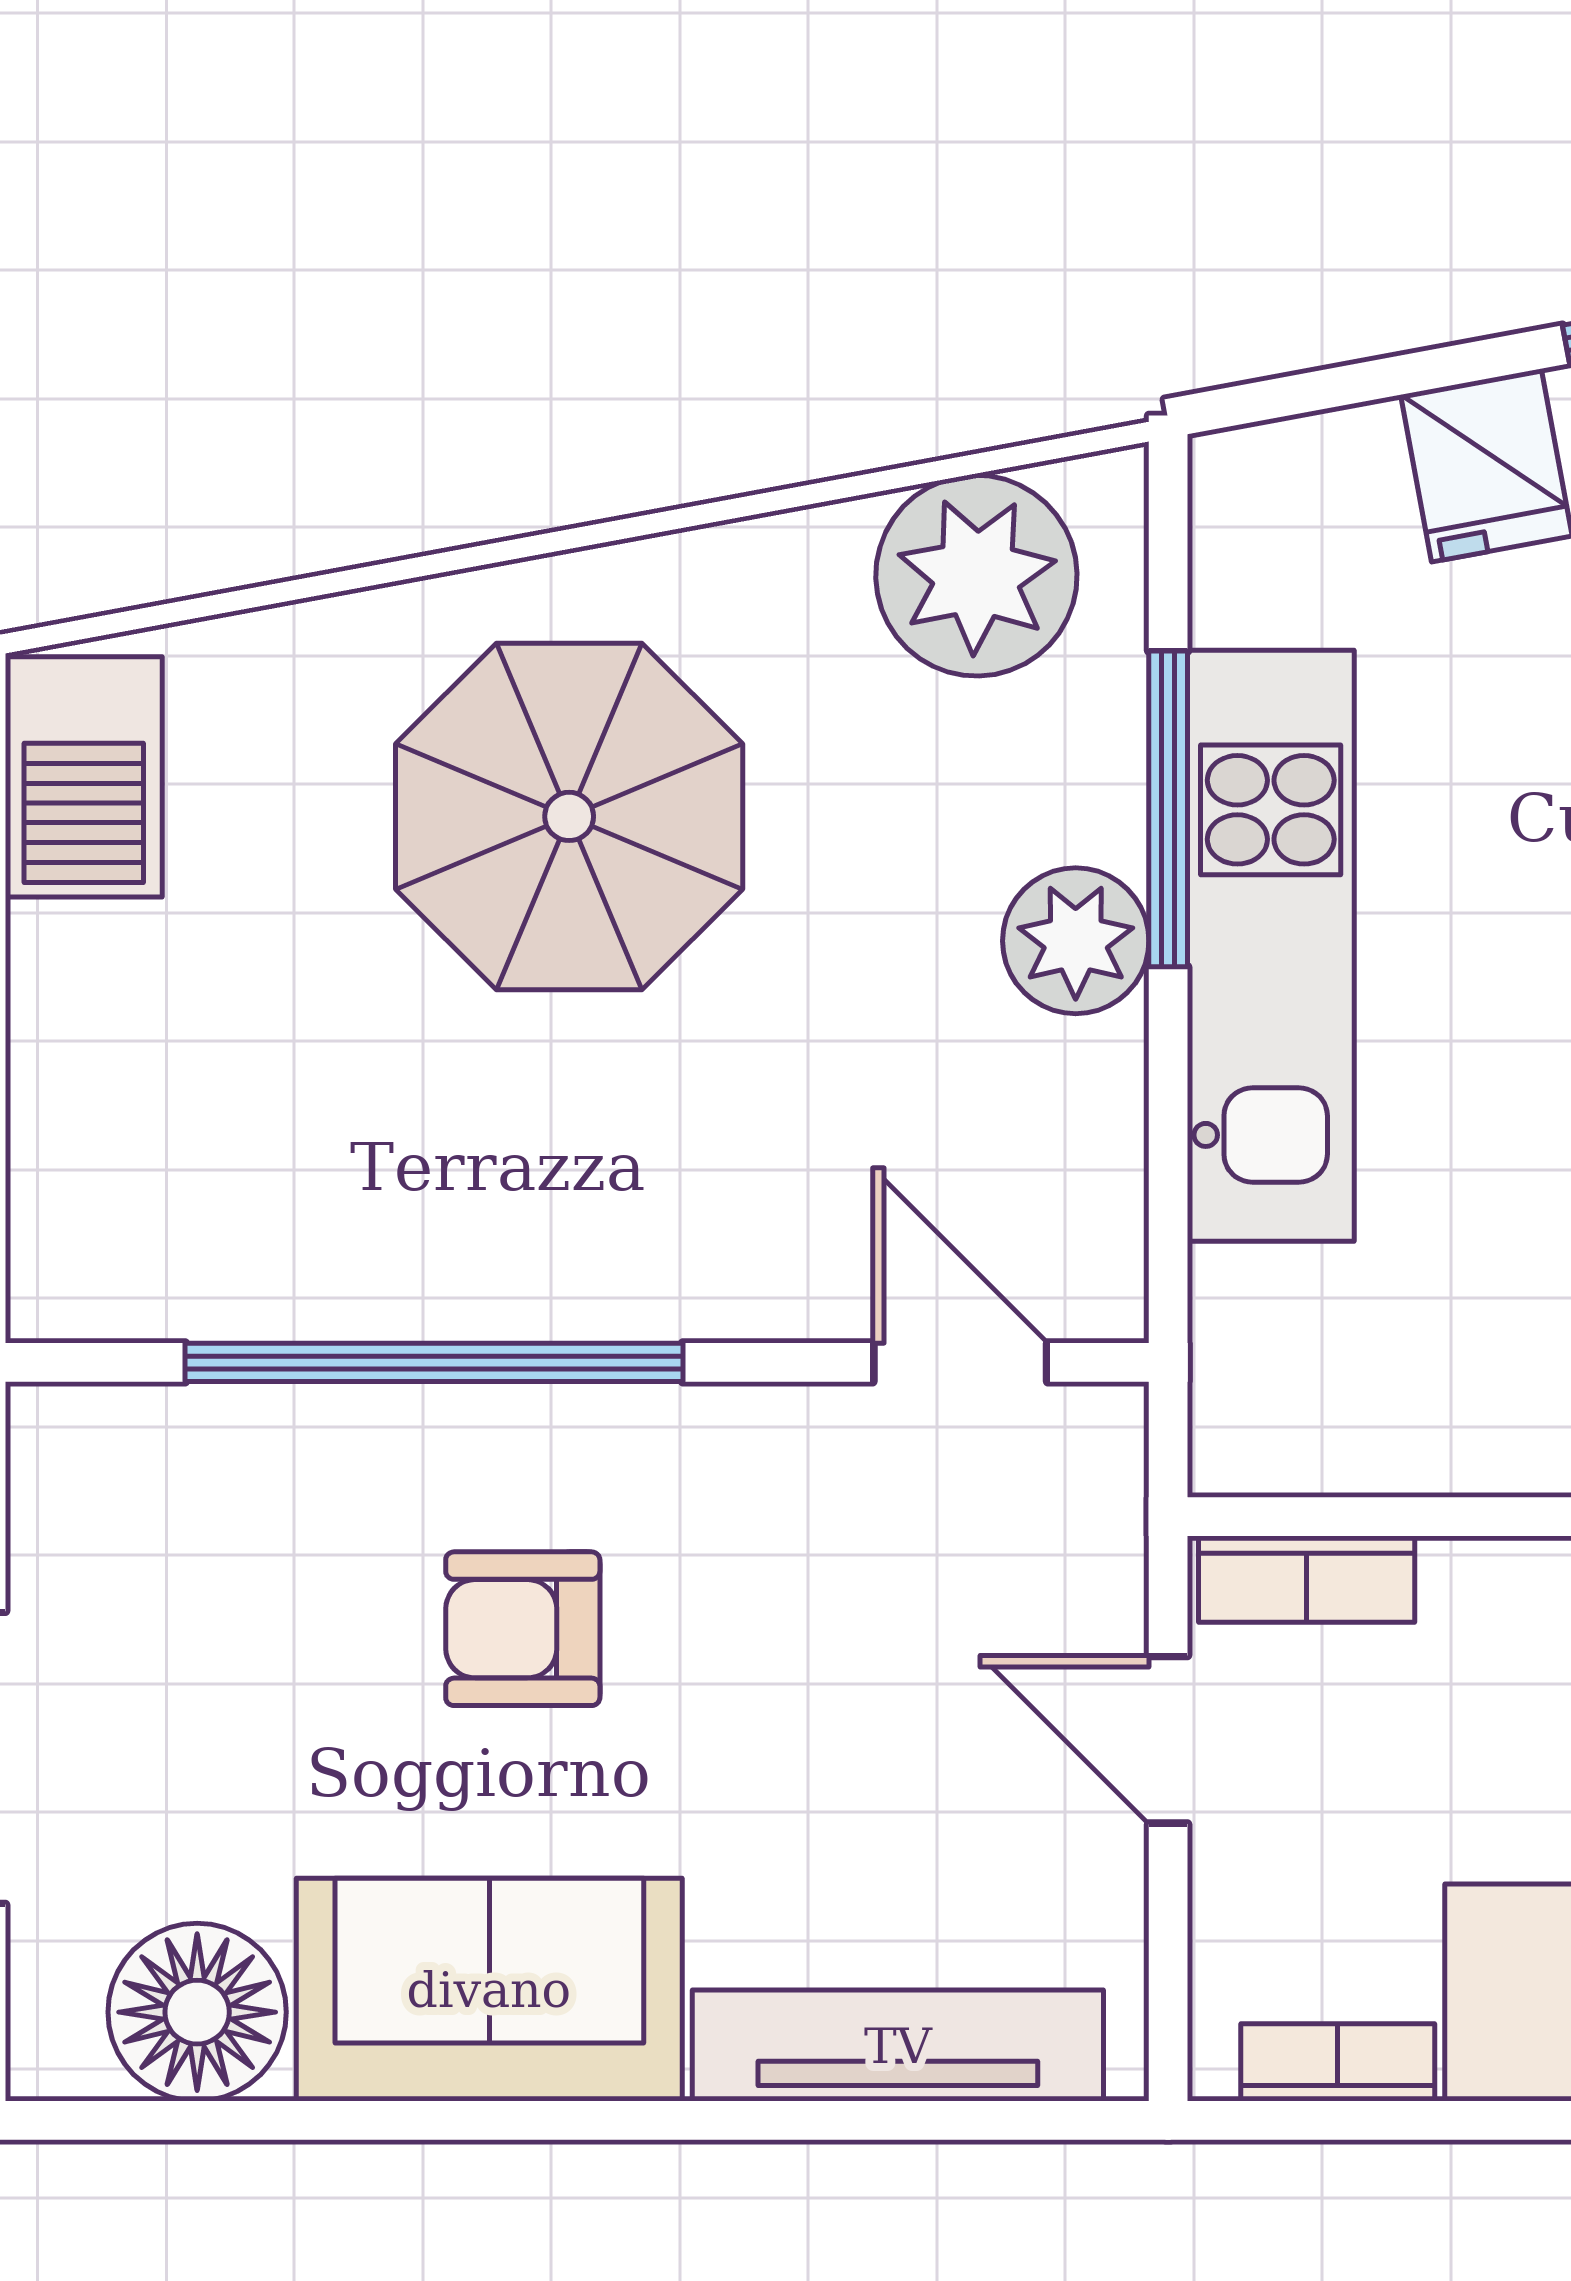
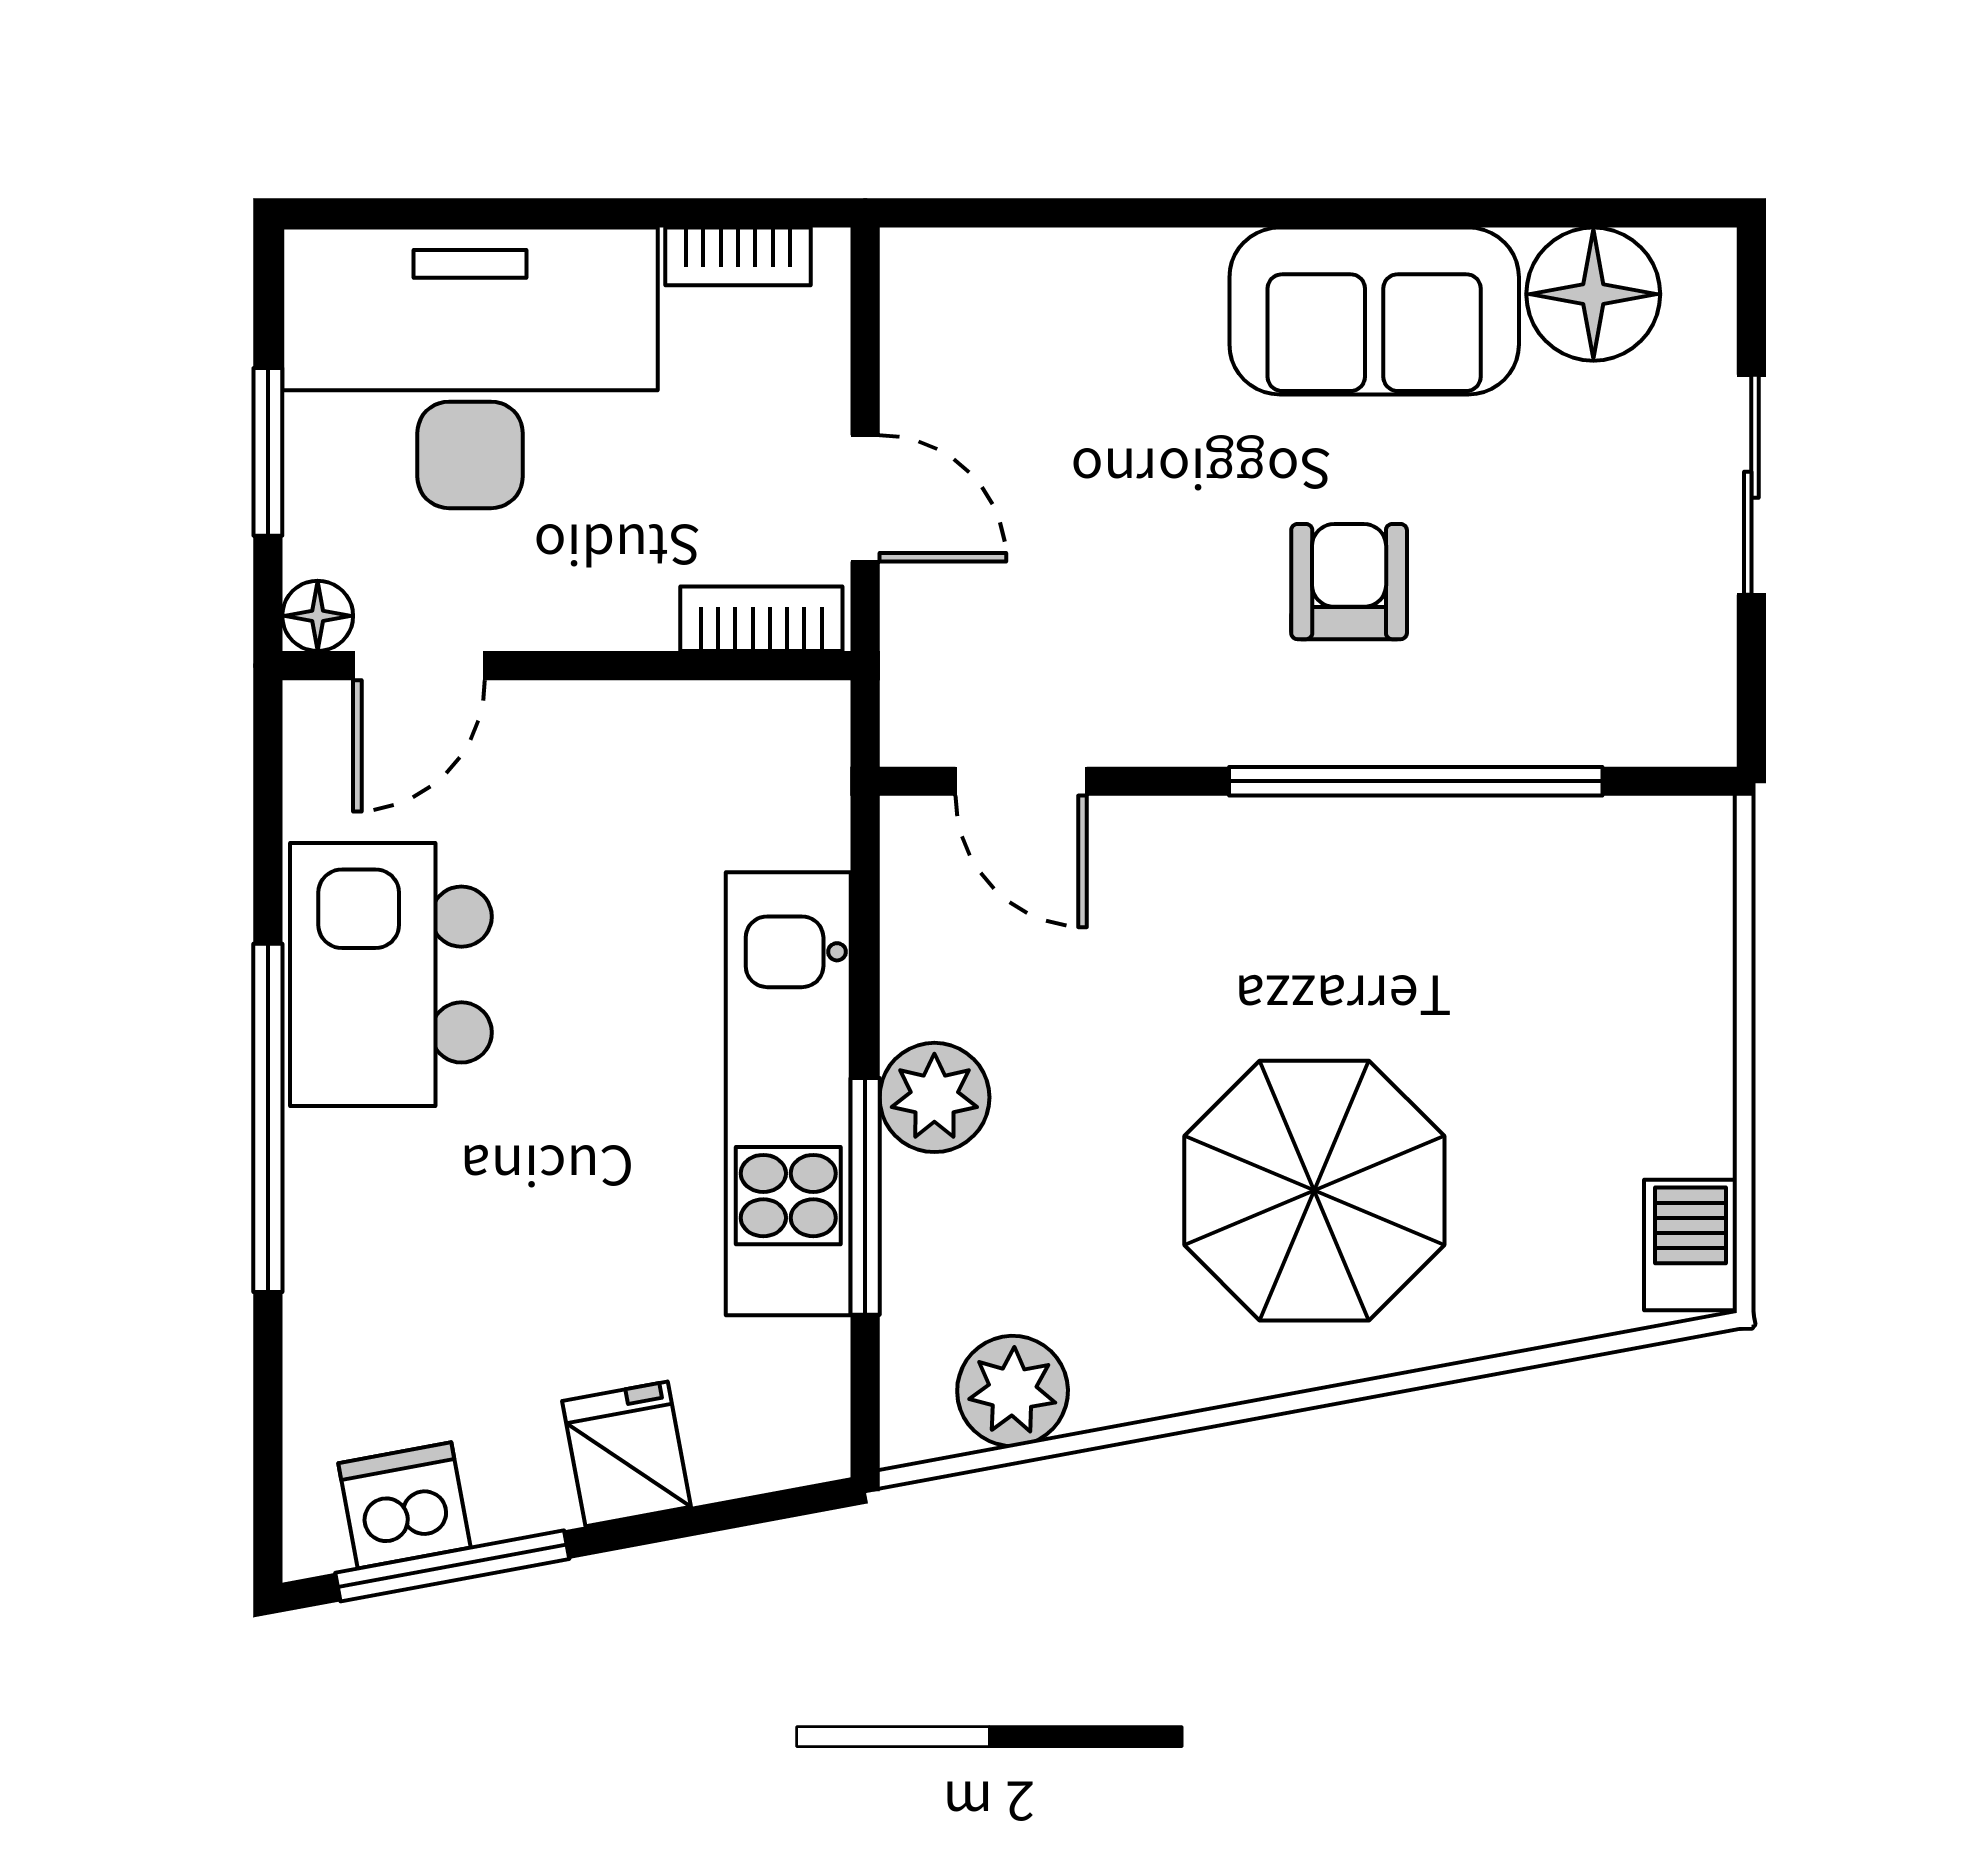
plant: (976, 576) -> (1013, 1391), width x0.73, depth x0.73
barbecue: (84, 777) -> (1691, 1245), width x0.73, depth x0.79
armchair: (523, 1629) -> (1349, 582), turned -90
tv unit: (898, 2046) -> (1068, 269), removed

